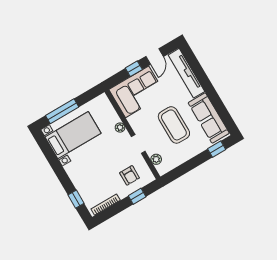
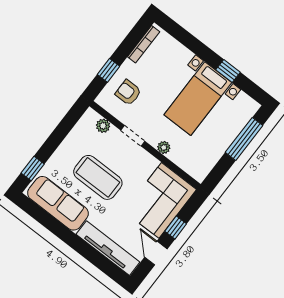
bed with nightstands: (73, 135) -> (198, 99), moved
window: (76, 199) -> (228, 71), moved

